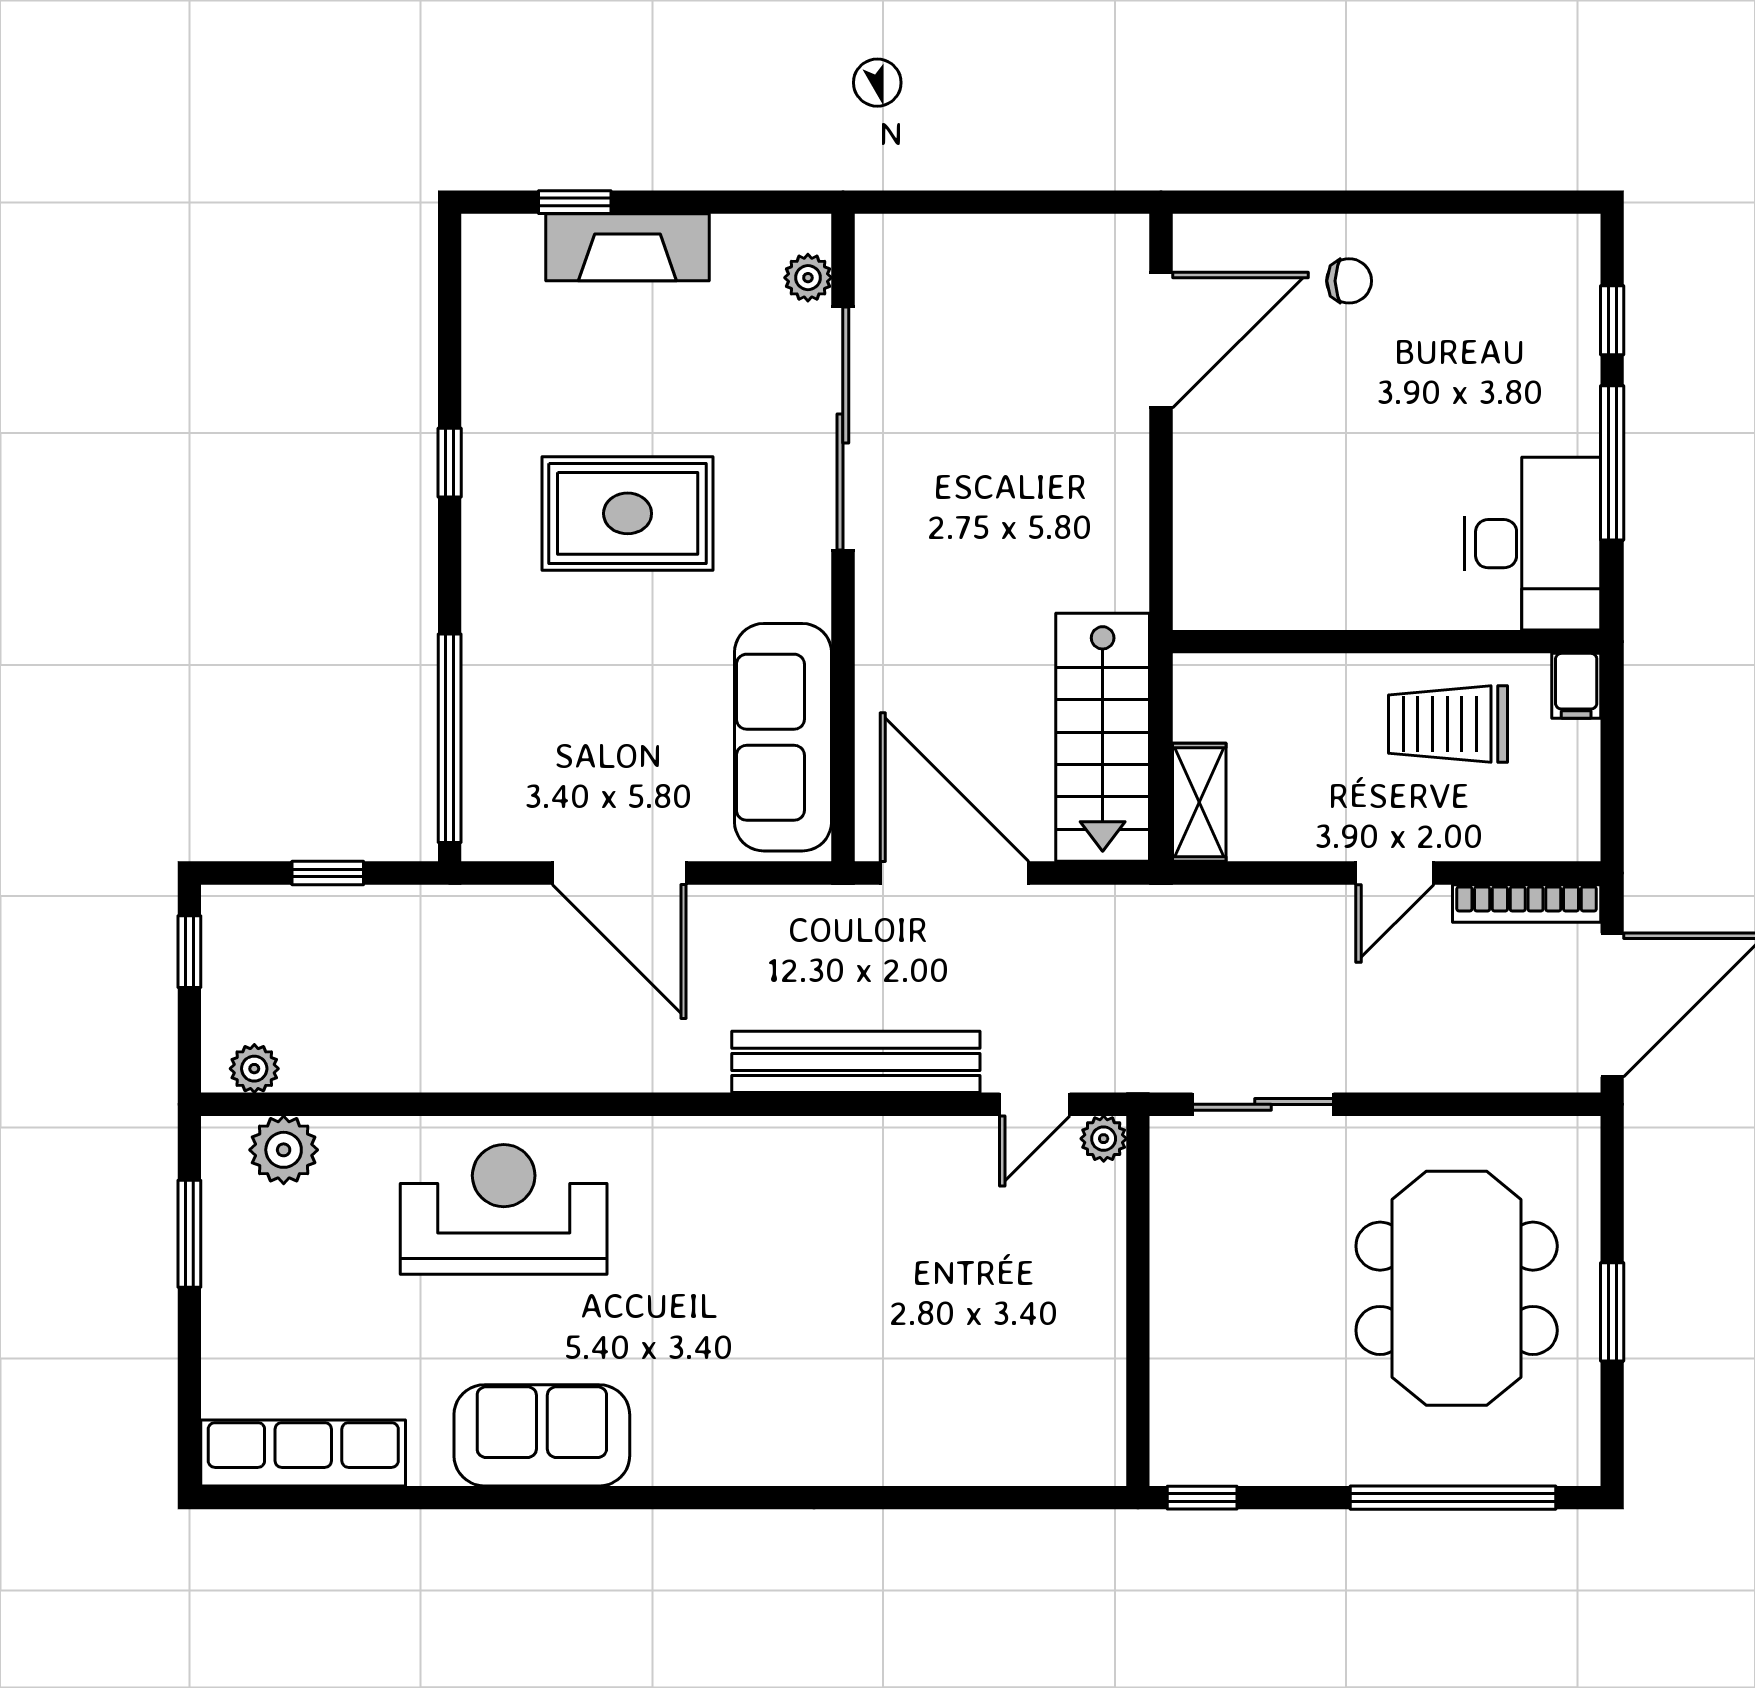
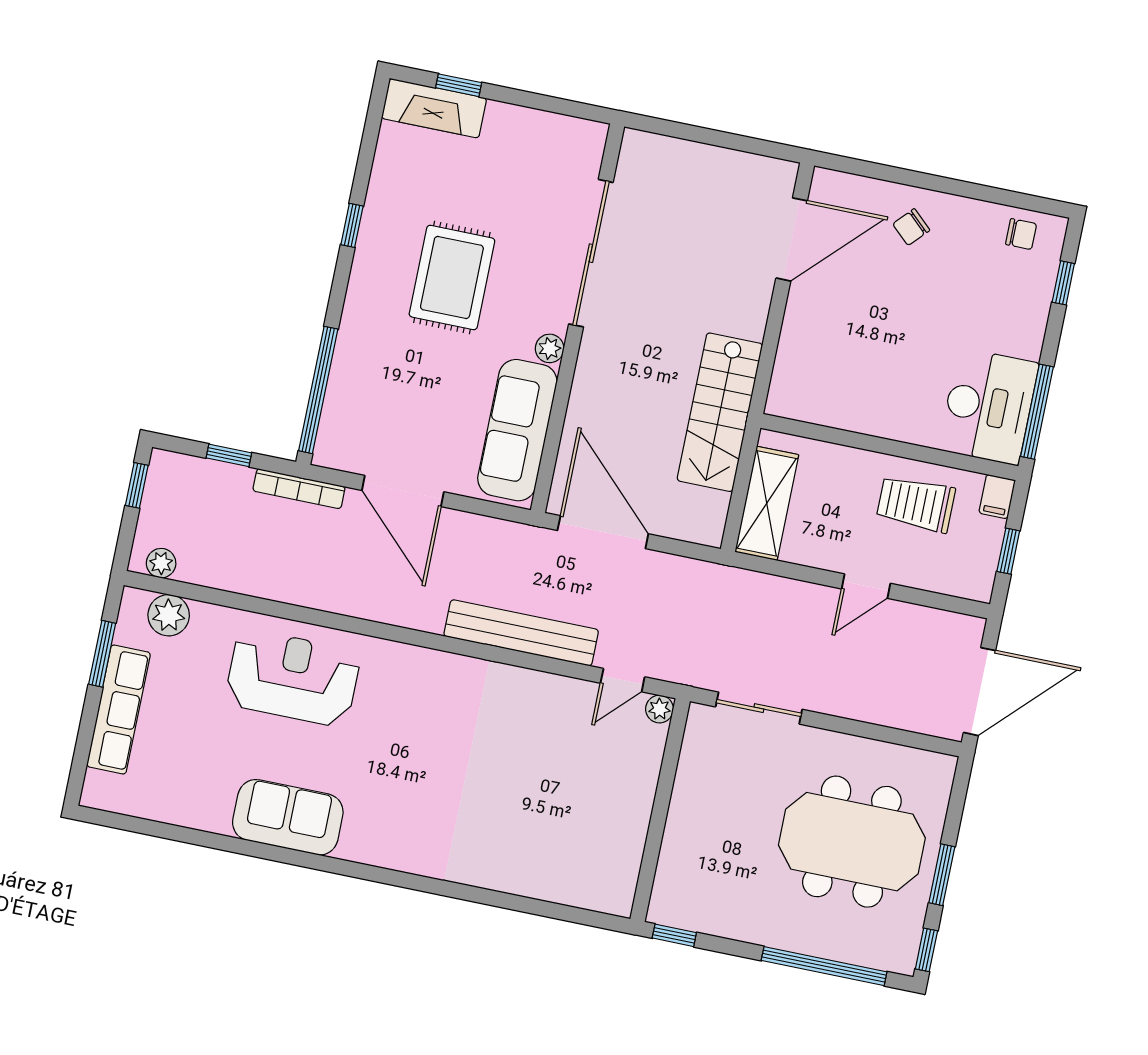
fireplace: (627, 247) -> (434, 108), moved
chair: (1528, 256) -> (1021, 234), added
plant: (808, 278) -> (550, 348), moved
chair: (1349, 281) -> (911, 227), turned 133
window: (1612, 463) -> (1037, 412), moved
rug: (628, 513) -> (452, 278), turned 90
stairs: (1103, 737) -> (720, 412), moved
window: (1612, 770) -> (1008, 551), added
shelving: (1199, 802) -> (767, 503), width x1.50, depth x1.33
bookcase: (1527, 903) -> (299, 489), moved
meeting table: (1457, 1288) -> (852, 842), turned 90
window: (1612, 1438) -> (926, 950), added
row of seats: (303, 1453) -> (119, 709), moved, turned 90

